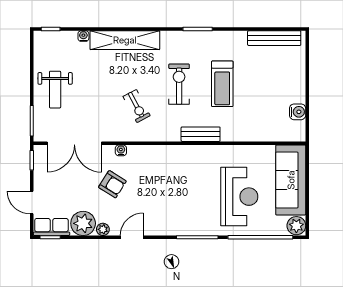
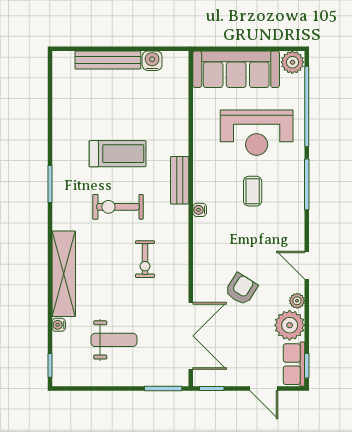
bench: (274, 38) -> (108, 60), moved, turned 90
weight bench: (55, 90) -> (114, 340), moved
exercise bike: (137, 106) -> (145, 259), turned 118
water cooler: (121, 150) -> (200, 210), moved
coffee table: (192, 193) -> (253, 191), added
reception desk: (239, 197) -> (257, 133), turned 180
door: (32, 203) -> (264, 388), hinge flipped

